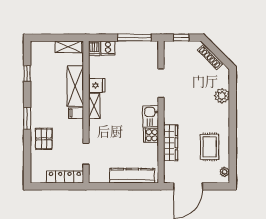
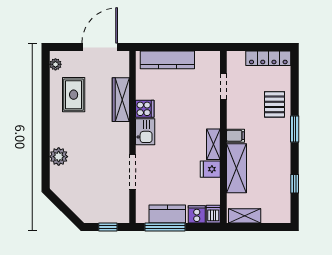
kitchen counter: (132, 48) -> (167, 214), added
shoe rack: (210, 57) -> (73, 204), removed
locker: (65, 177) -> (268, 58), moved

